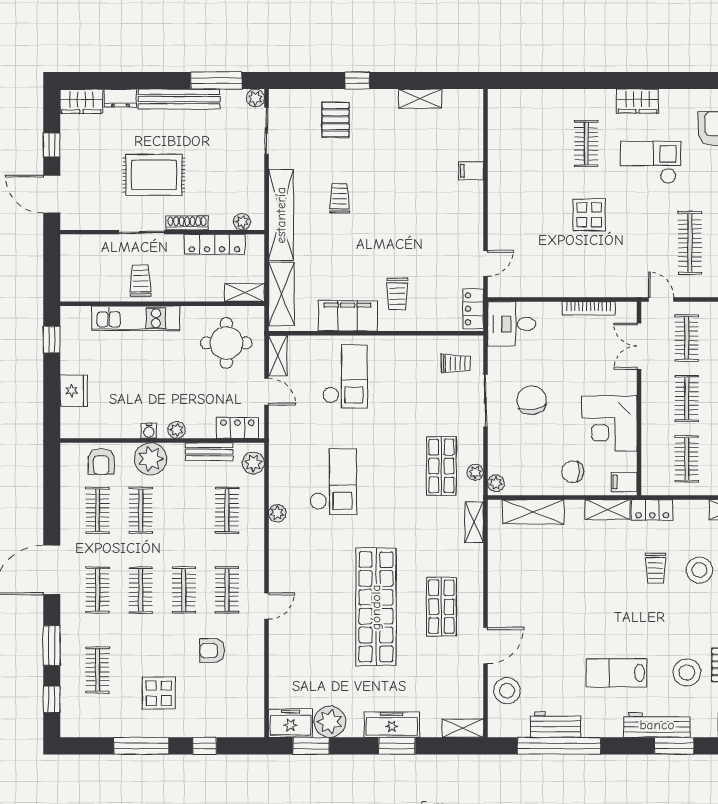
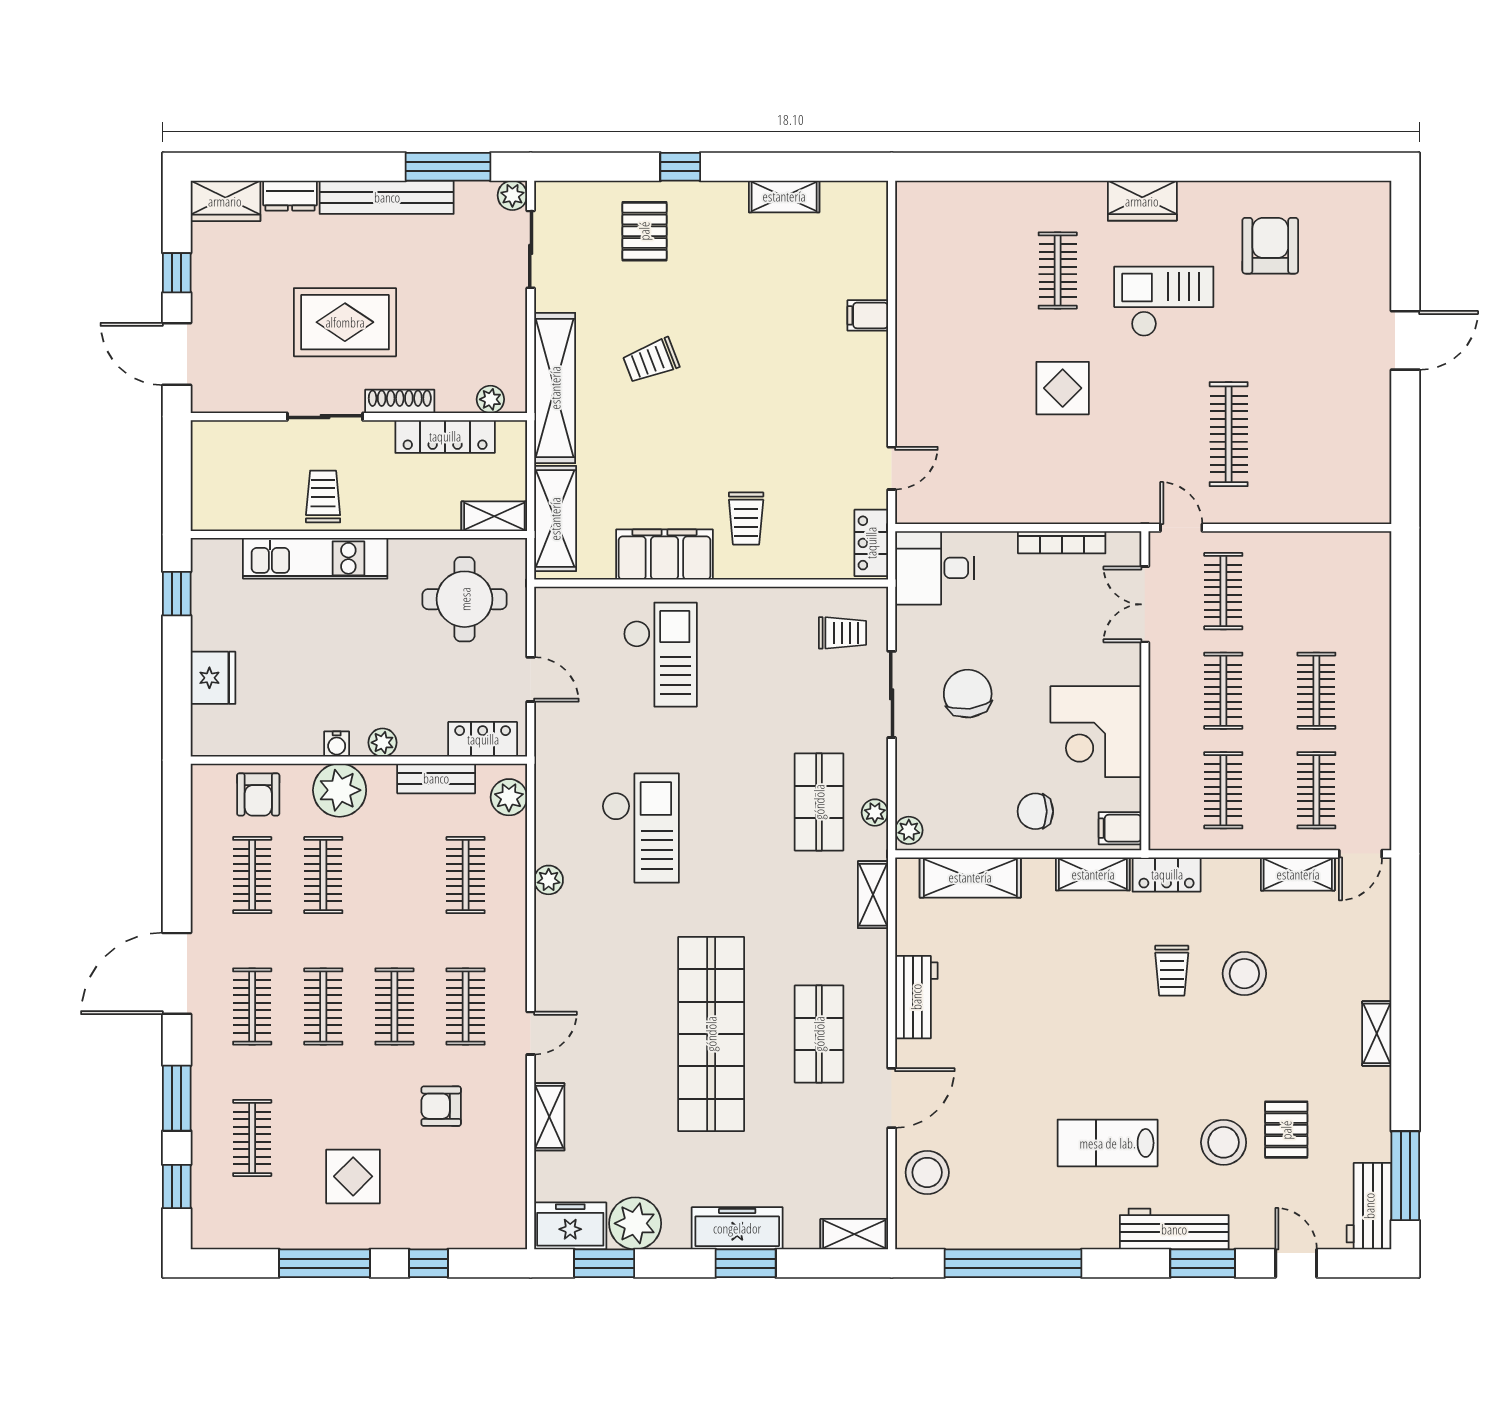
trolley: (339, 198) -> (651, 361), turned -111
shelving: (278, 356) -> (549, 1117), moved
workbench: (556, 724) -> (916, 997), moved, turned 90

